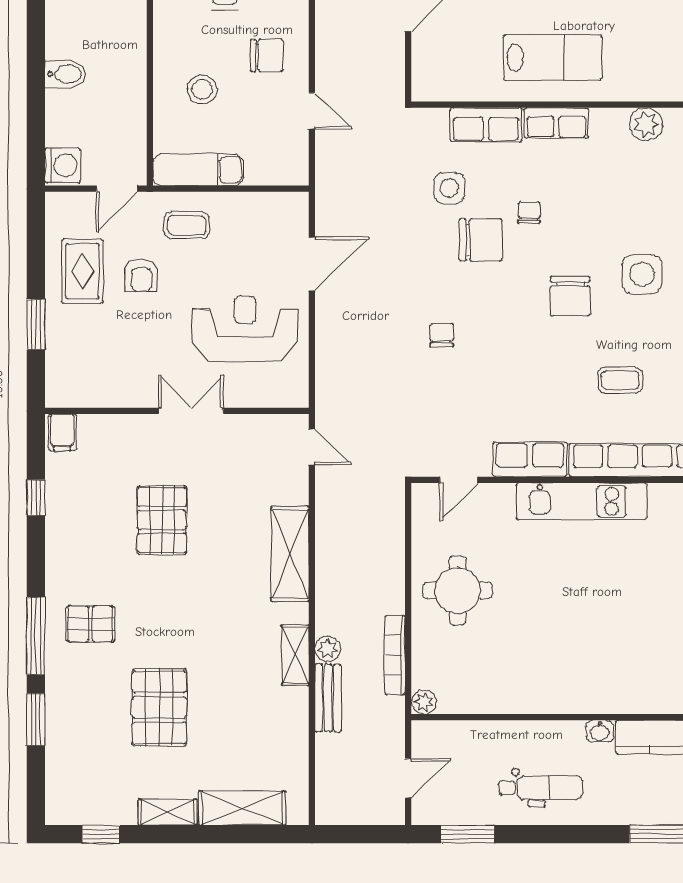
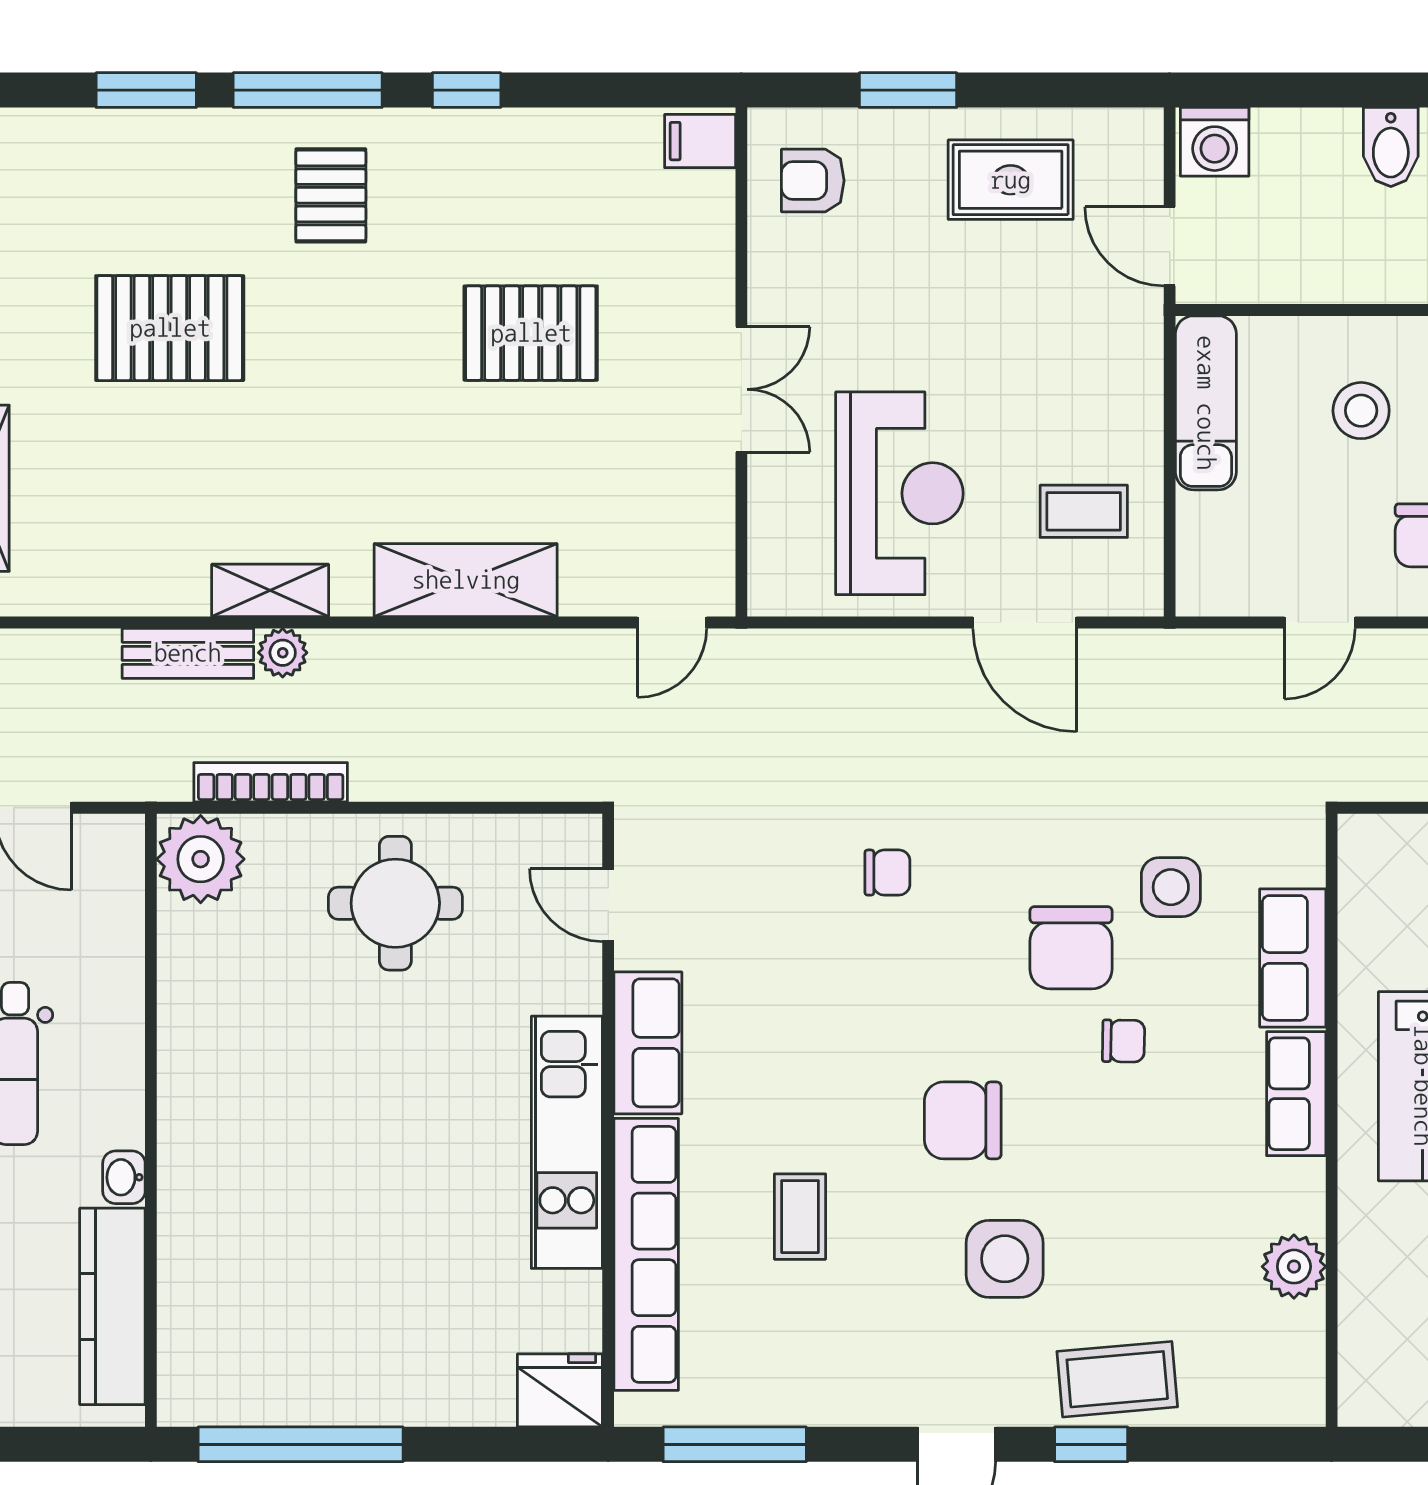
coffee table: (187, 225) -> (1084, 511), moved, turned 90
armchair: (141, 275) -> (813, 181), moved
window: (36, 498) -> (467, 90), moved
plant: (424, 702) -> (201, 859), width x1.88, depth x1.88

